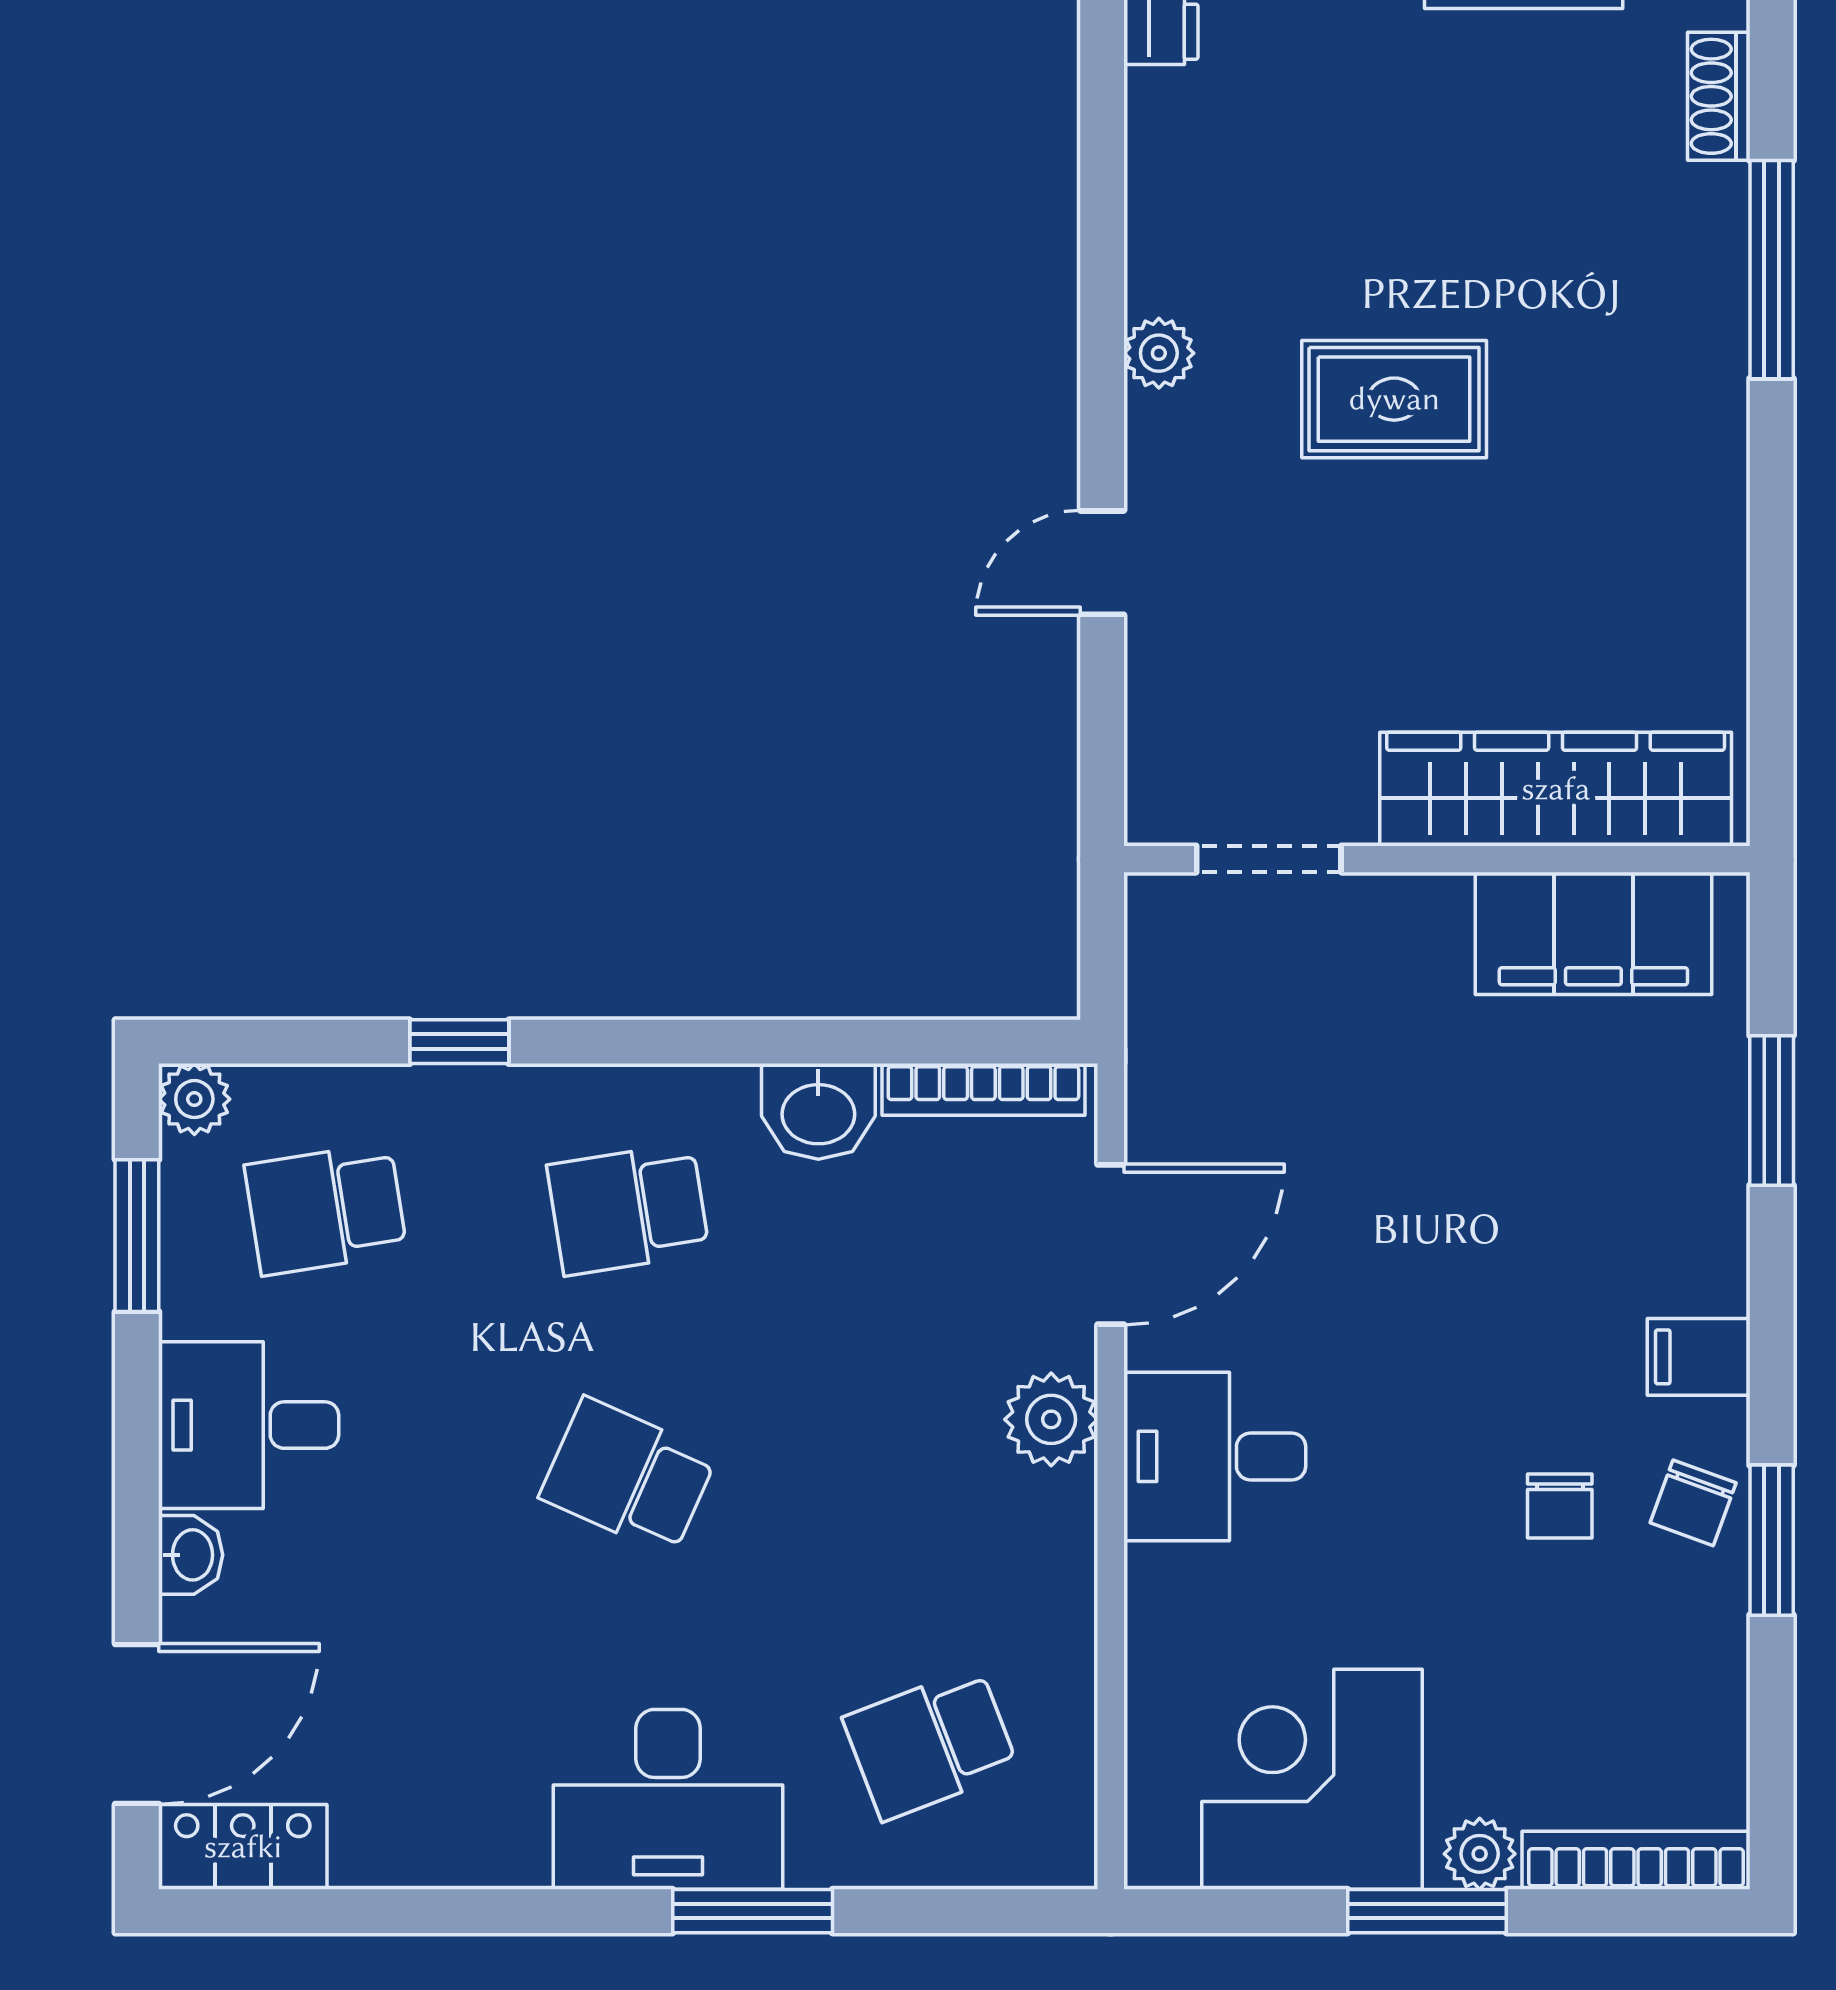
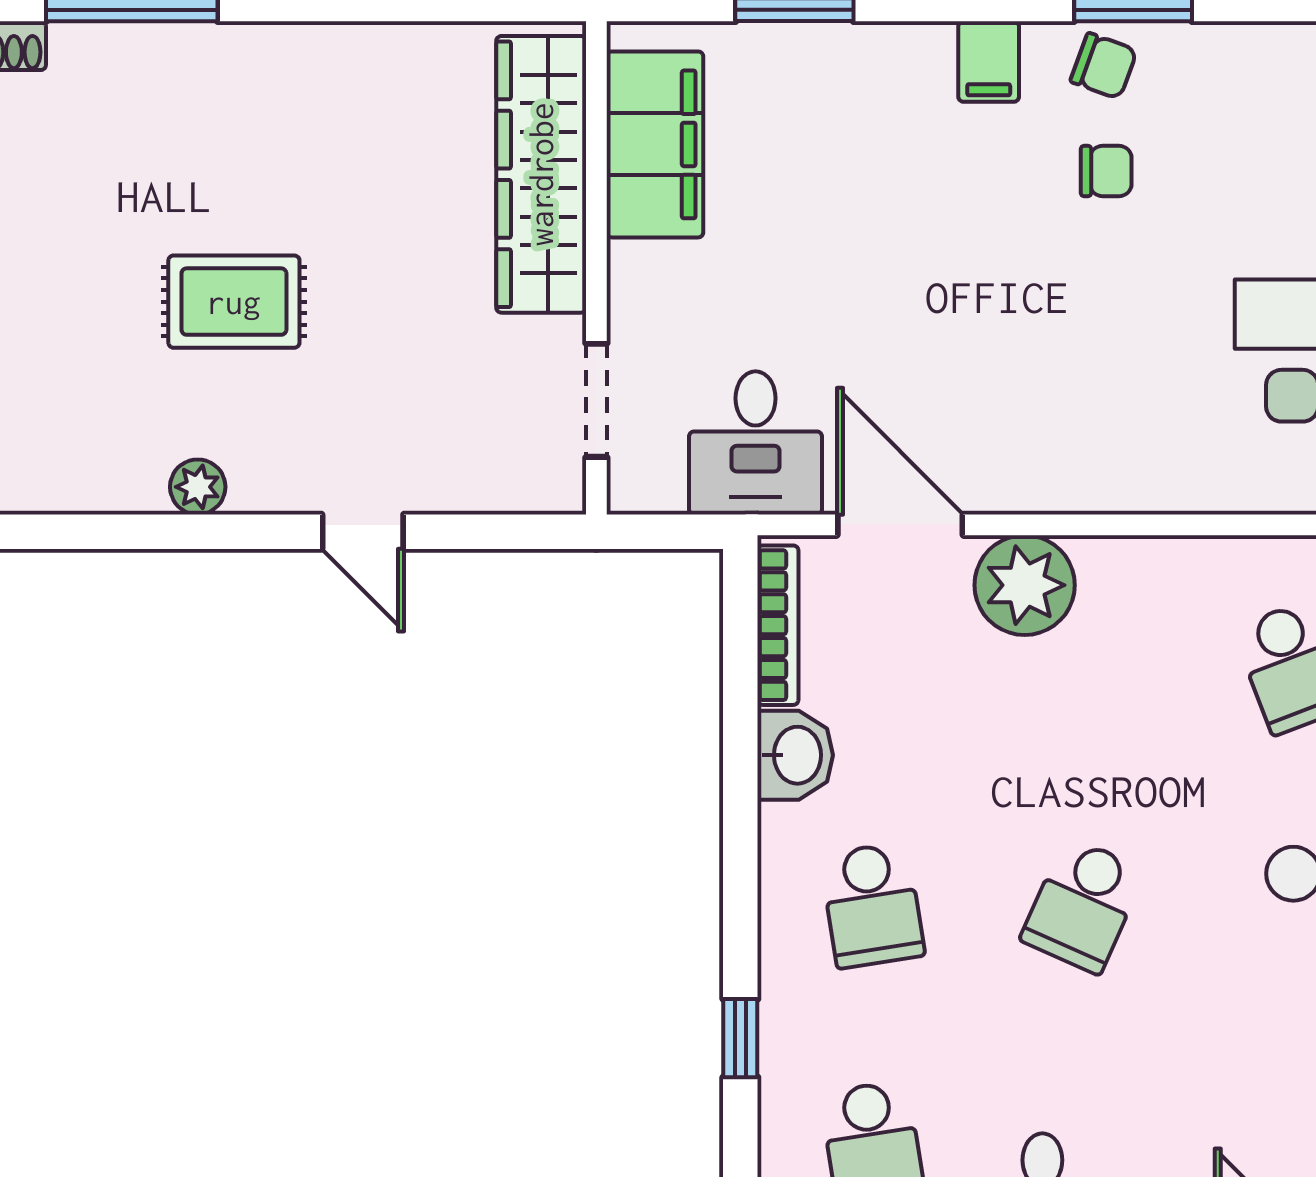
rug: (1394, 399) -> (234, 302), turned 90
plant: (1051, 1419) -> (1025, 585), width x1.36, depth x1.36
desk: (1215, 1456) -> (756, 443), moved

